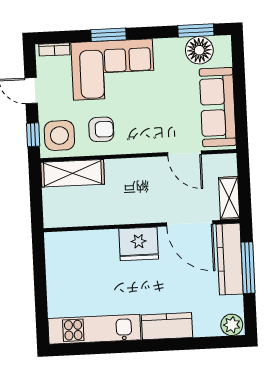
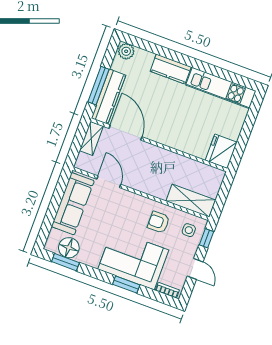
side table: (59, 135) -> (189, 230), width x0.54, depth x0.54
fridge: (139, 244) -> (221, 151), moved, turned -90

